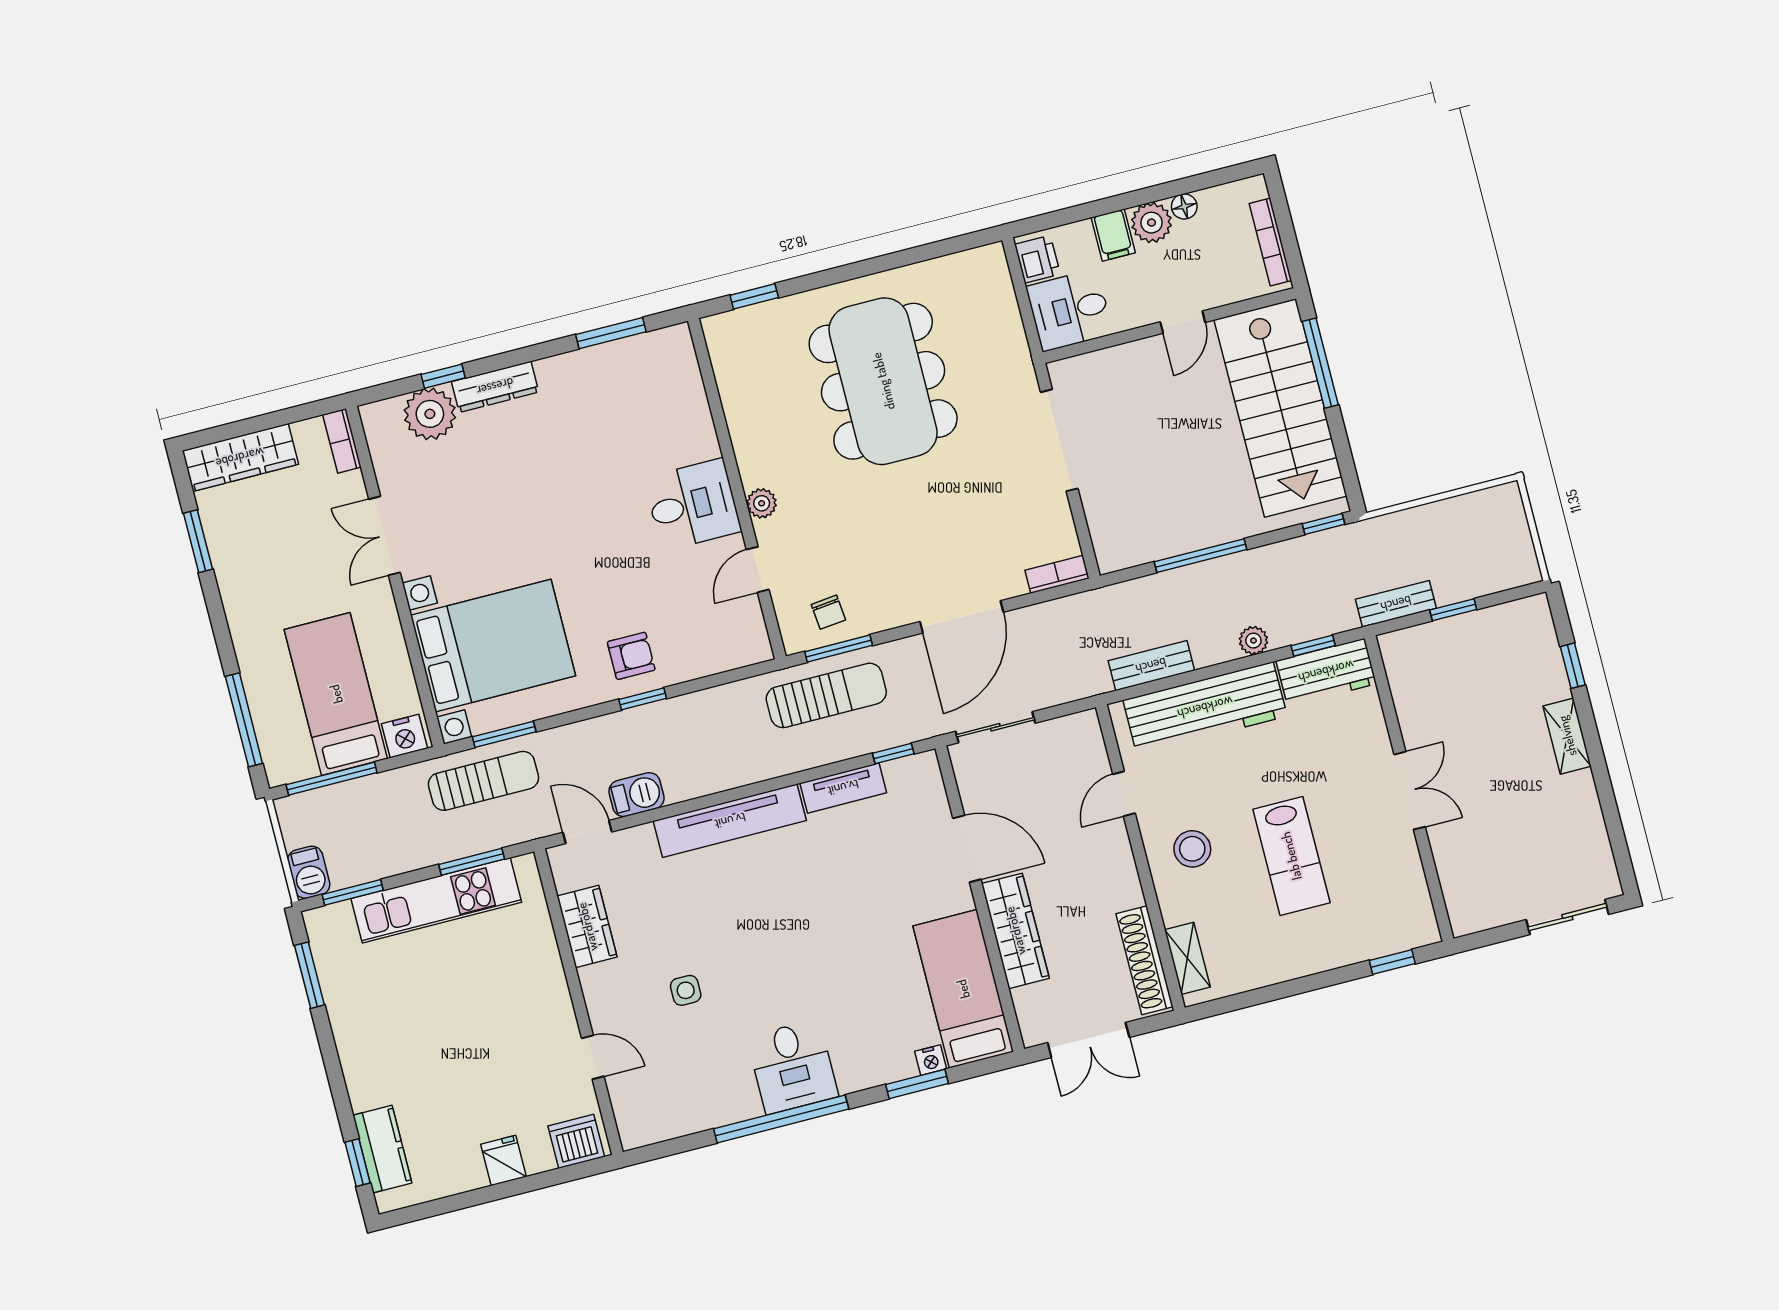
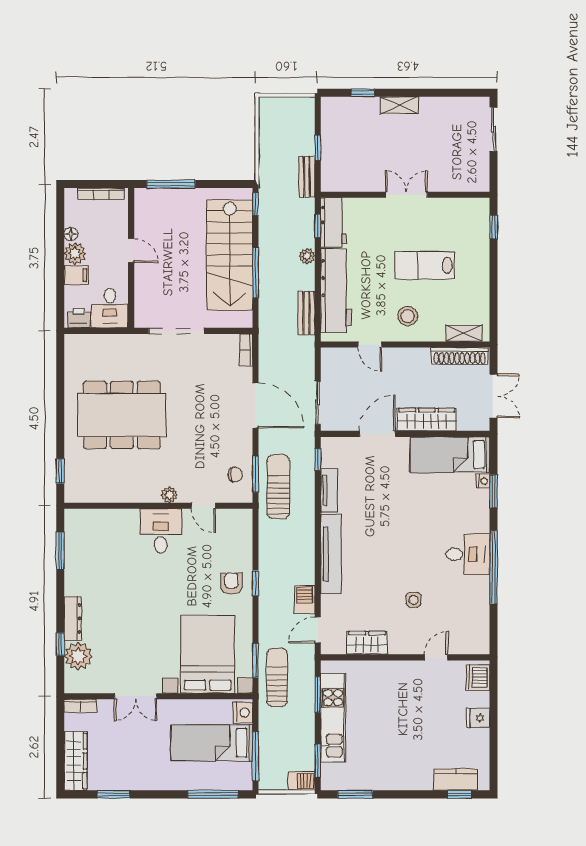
stairs: (1280, 408) -> (230, 255), moved, turned 90
lab bench: (1291, 856) -> (425, 265), turned 180

